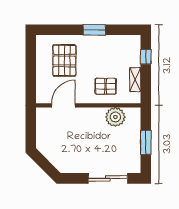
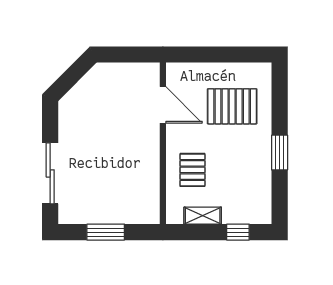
plant: (115, 117) -> (145, 185), removed

